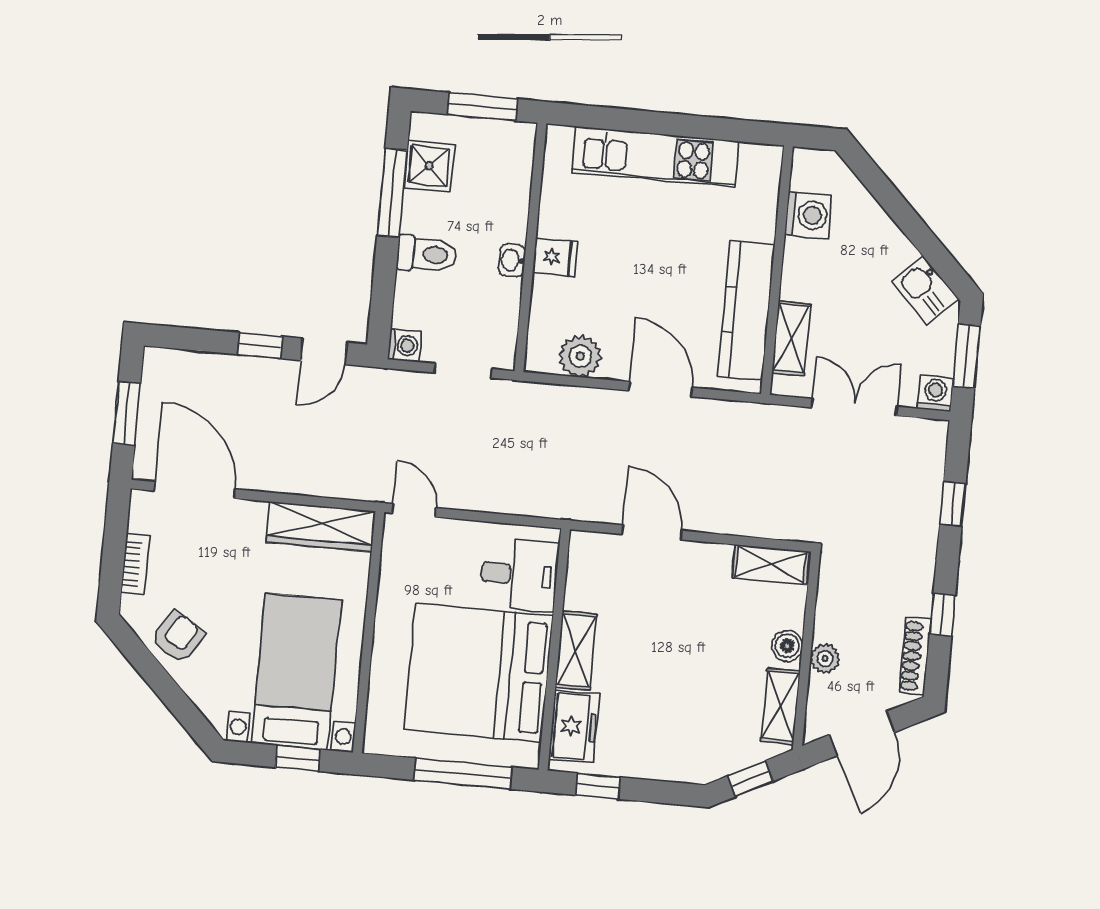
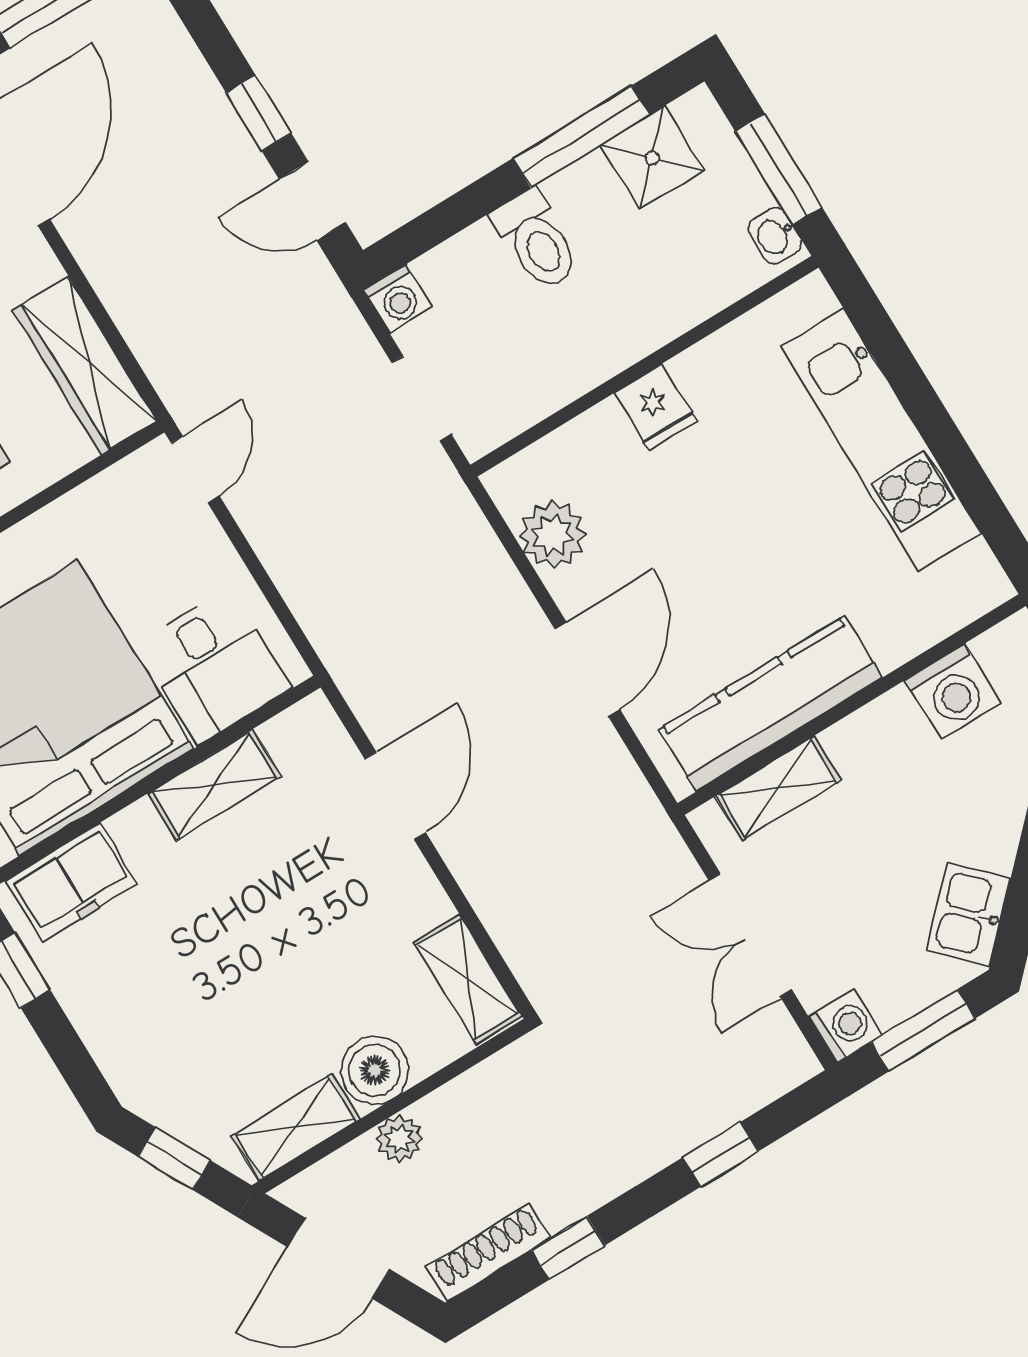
washbasin: (512, 260) -> (775, 236), moved, turned -90
double door: (854, 407) -> (750, 935), swing flipped
boiler: (787, 646) -> (375, 1070), width x1.36, depth x1.36
shelving: (576, 651) -> (214, 785), moved

